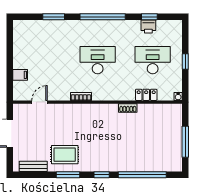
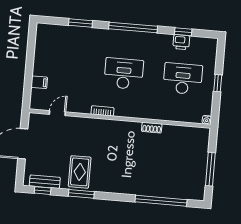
locker: (146, 95) -> (173, 115), removed
rug: (65, 155) -> (80, 172), turned 90
window: (102, 175) -> (43, 191), moved

